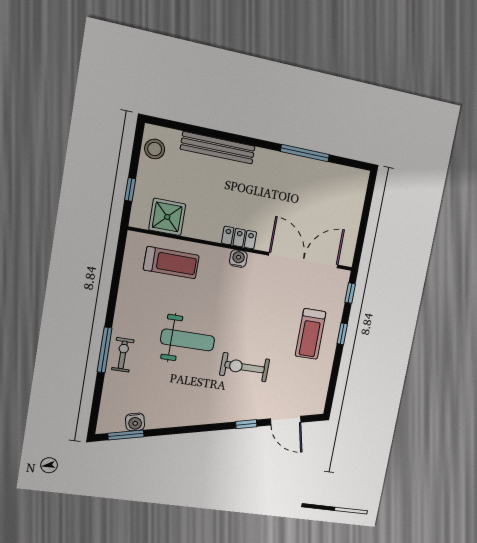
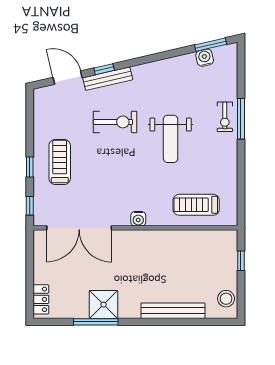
shower: (167, 217) -> (104, 305), moved
locker: (239, 238) -> (41, 299), moved, turned -90
weight bench: (188, 340) -> (171, 139), turned -90
bench: (244, 414) -> (108, 79), added

